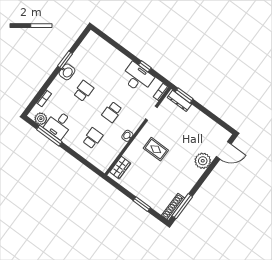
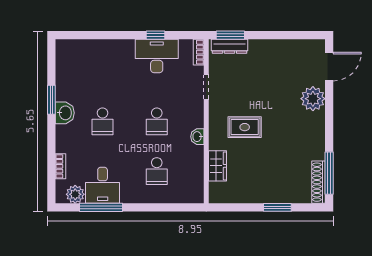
school desk: (83, 91) -> (103, 121), turned 180
school desk: (93, 138) -> (157, 171), turned 180
wardrobe: (120, 168) -> (217, 166), moved

